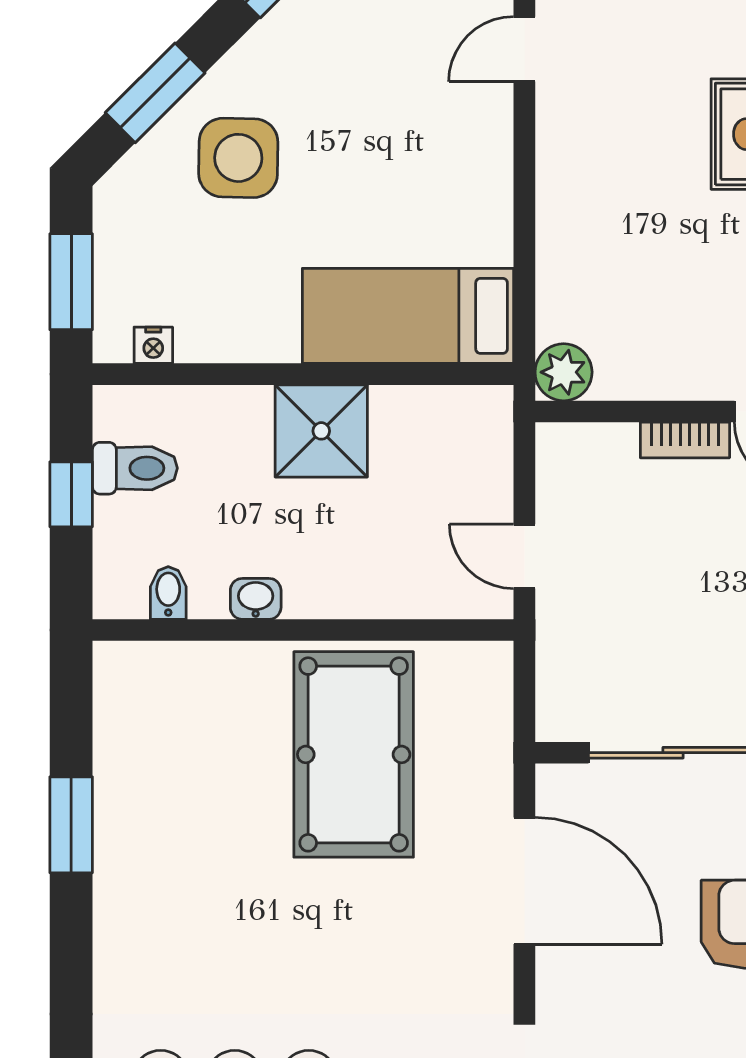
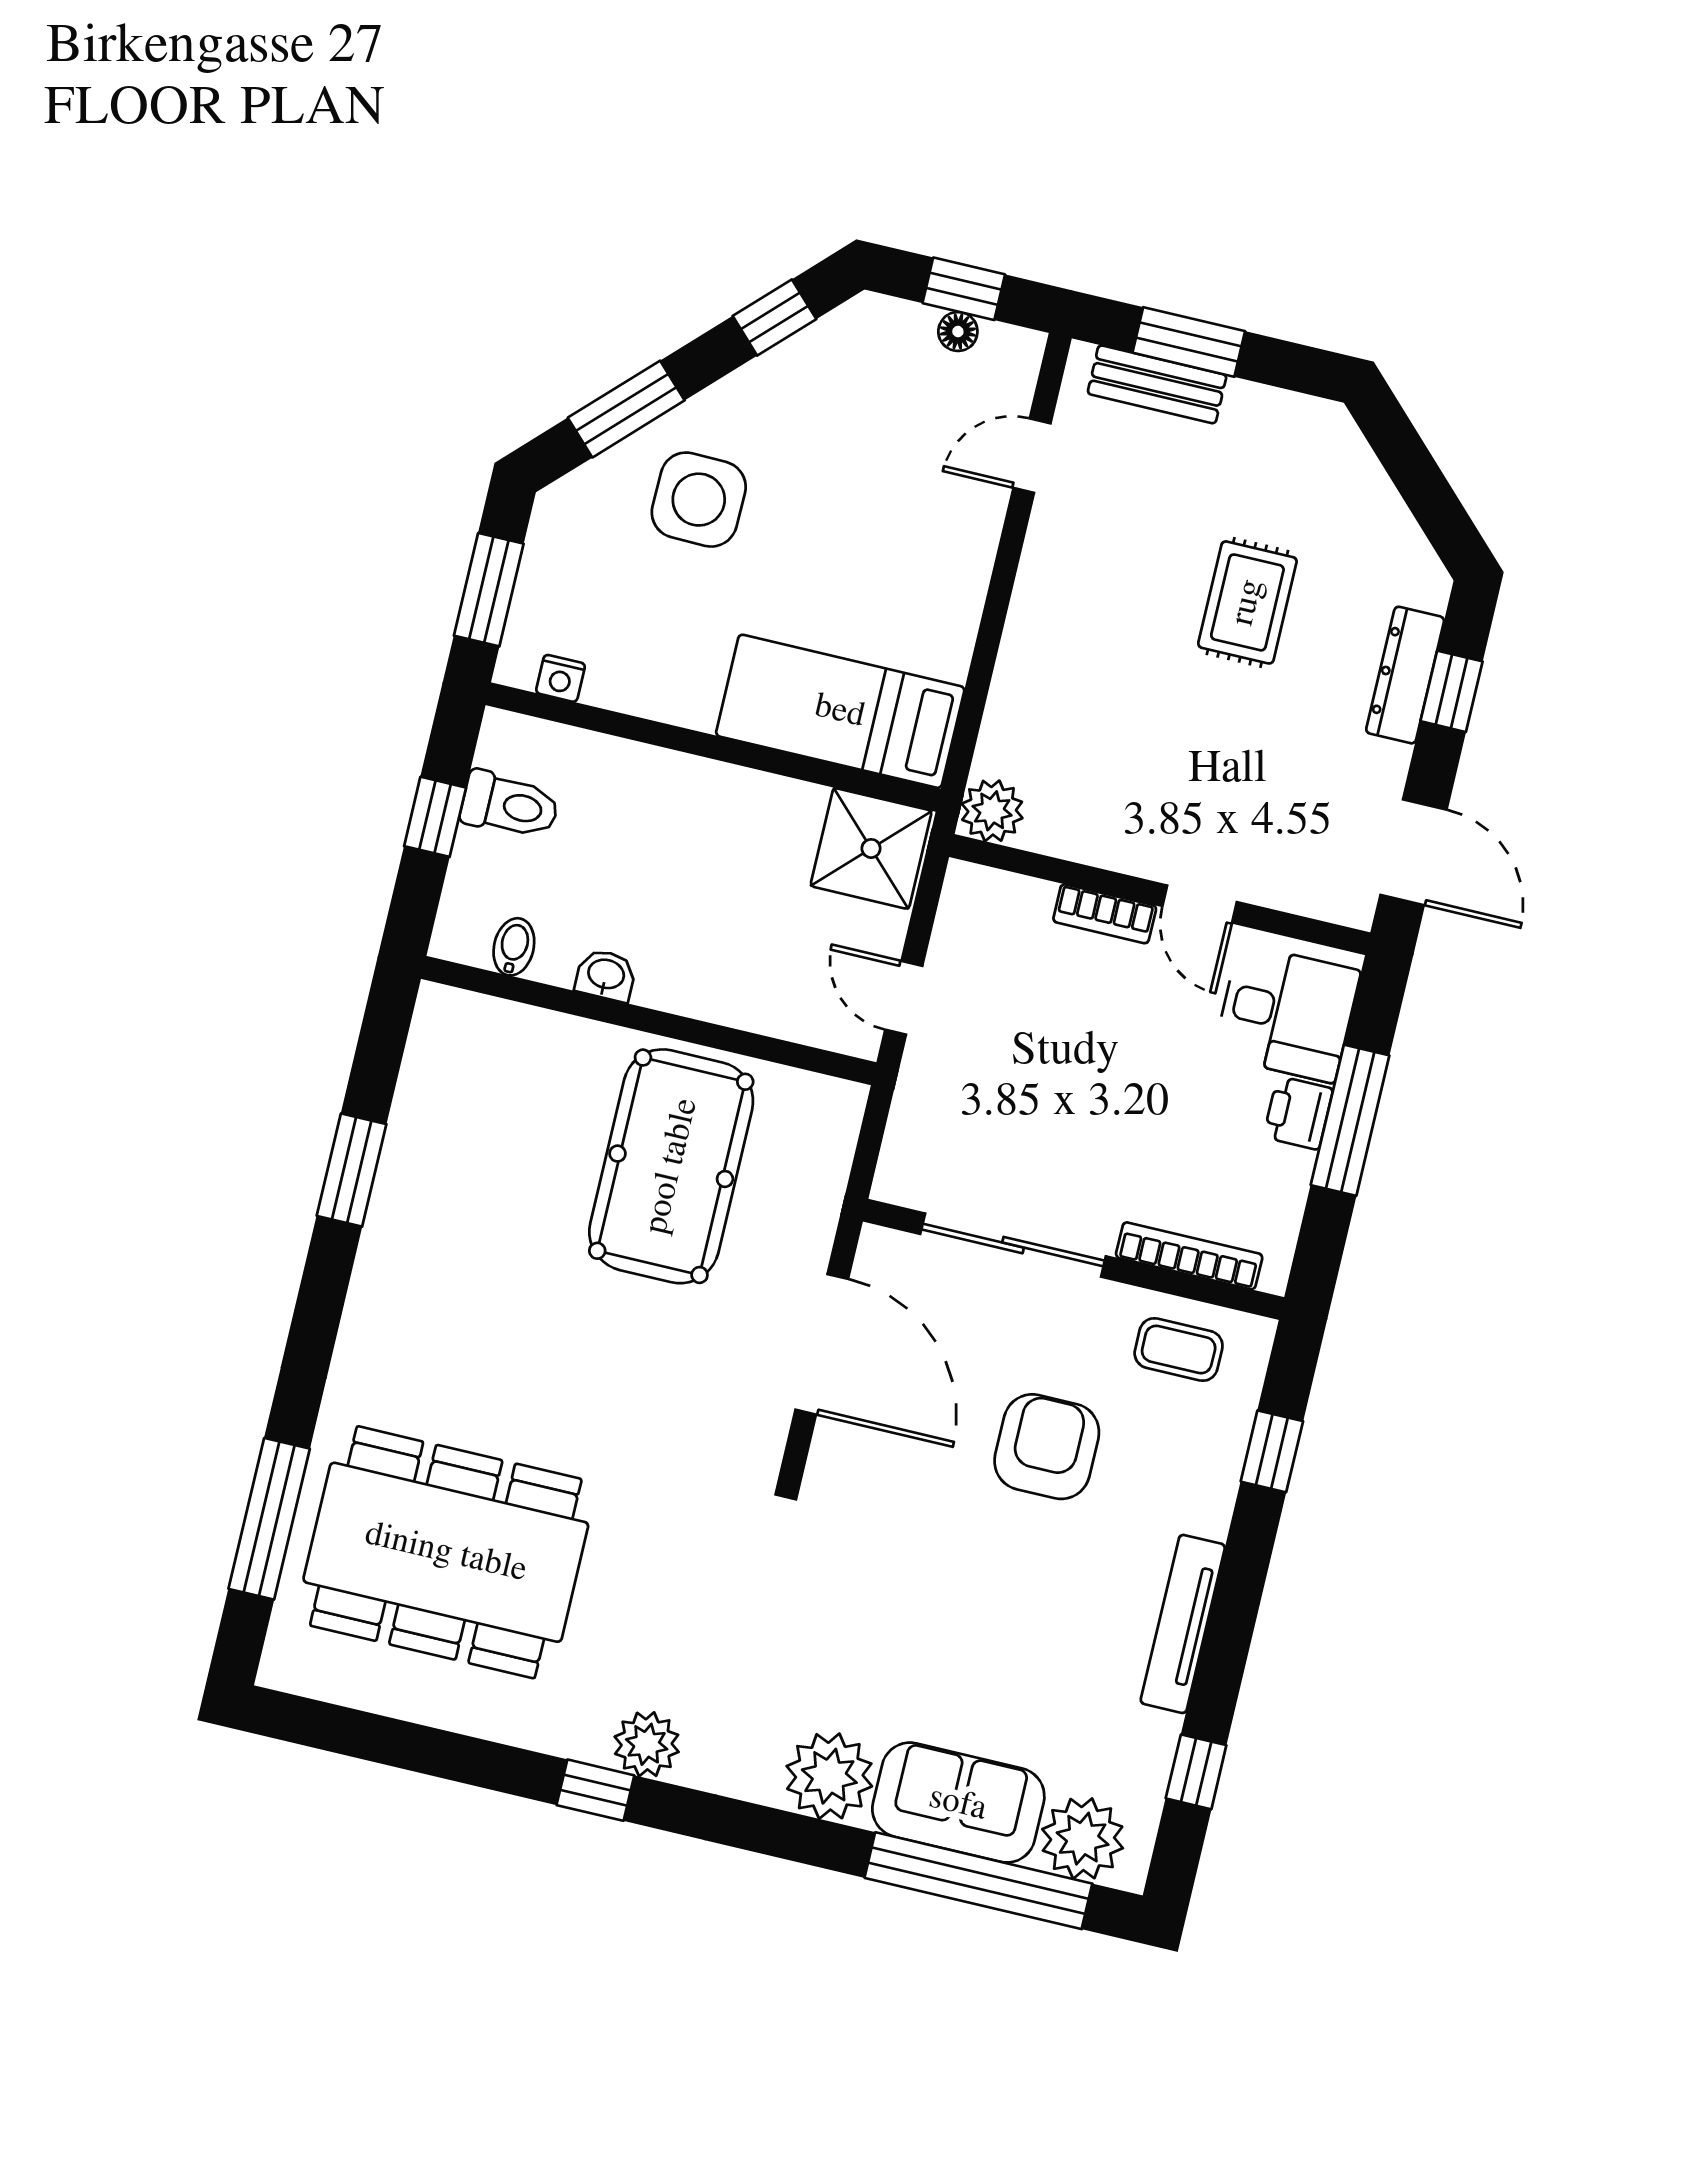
shower: (321, 431) -> (871, 848), moved

